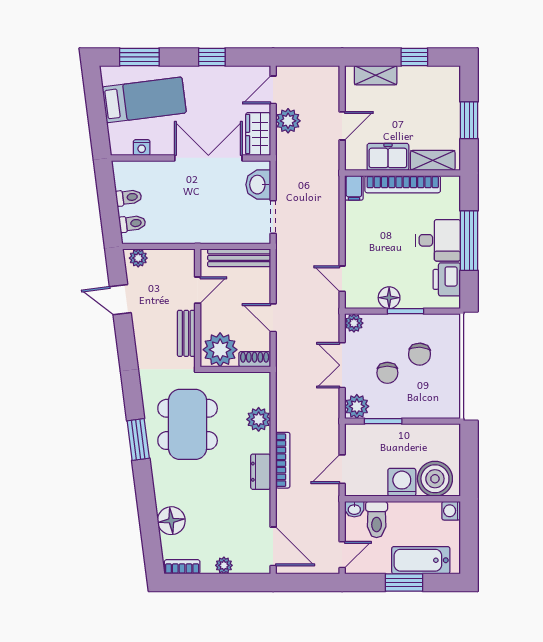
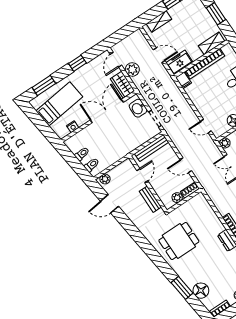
door: (342, 126) -> (159, 55), hinge flipped
freezer: (388, 157) -> (179, 62), moved
plant: (220, 350) -> (177, 198), width x0.53, depth x0.53
plant: (259, 419) -> (210, 217), removed
dining table: (188, 424) -> (179, 241), width x0.73
window: (138, 440) -> (182, 288), moved

